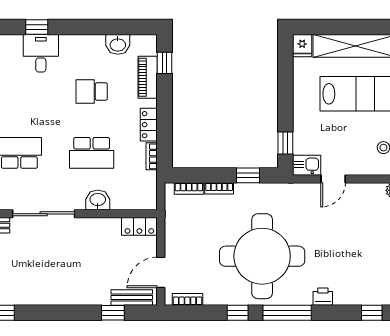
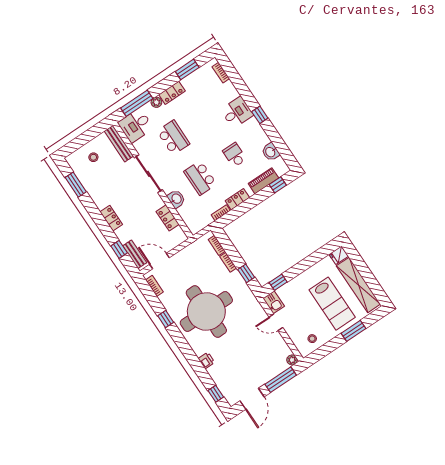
window: (37, 27) -> (260, 115), moved
locker: (139, 226) -> (168, 218), moved
locker: (68, 297) -> (111, 218), added
window: (287, 313) -> (184, 347), removed

